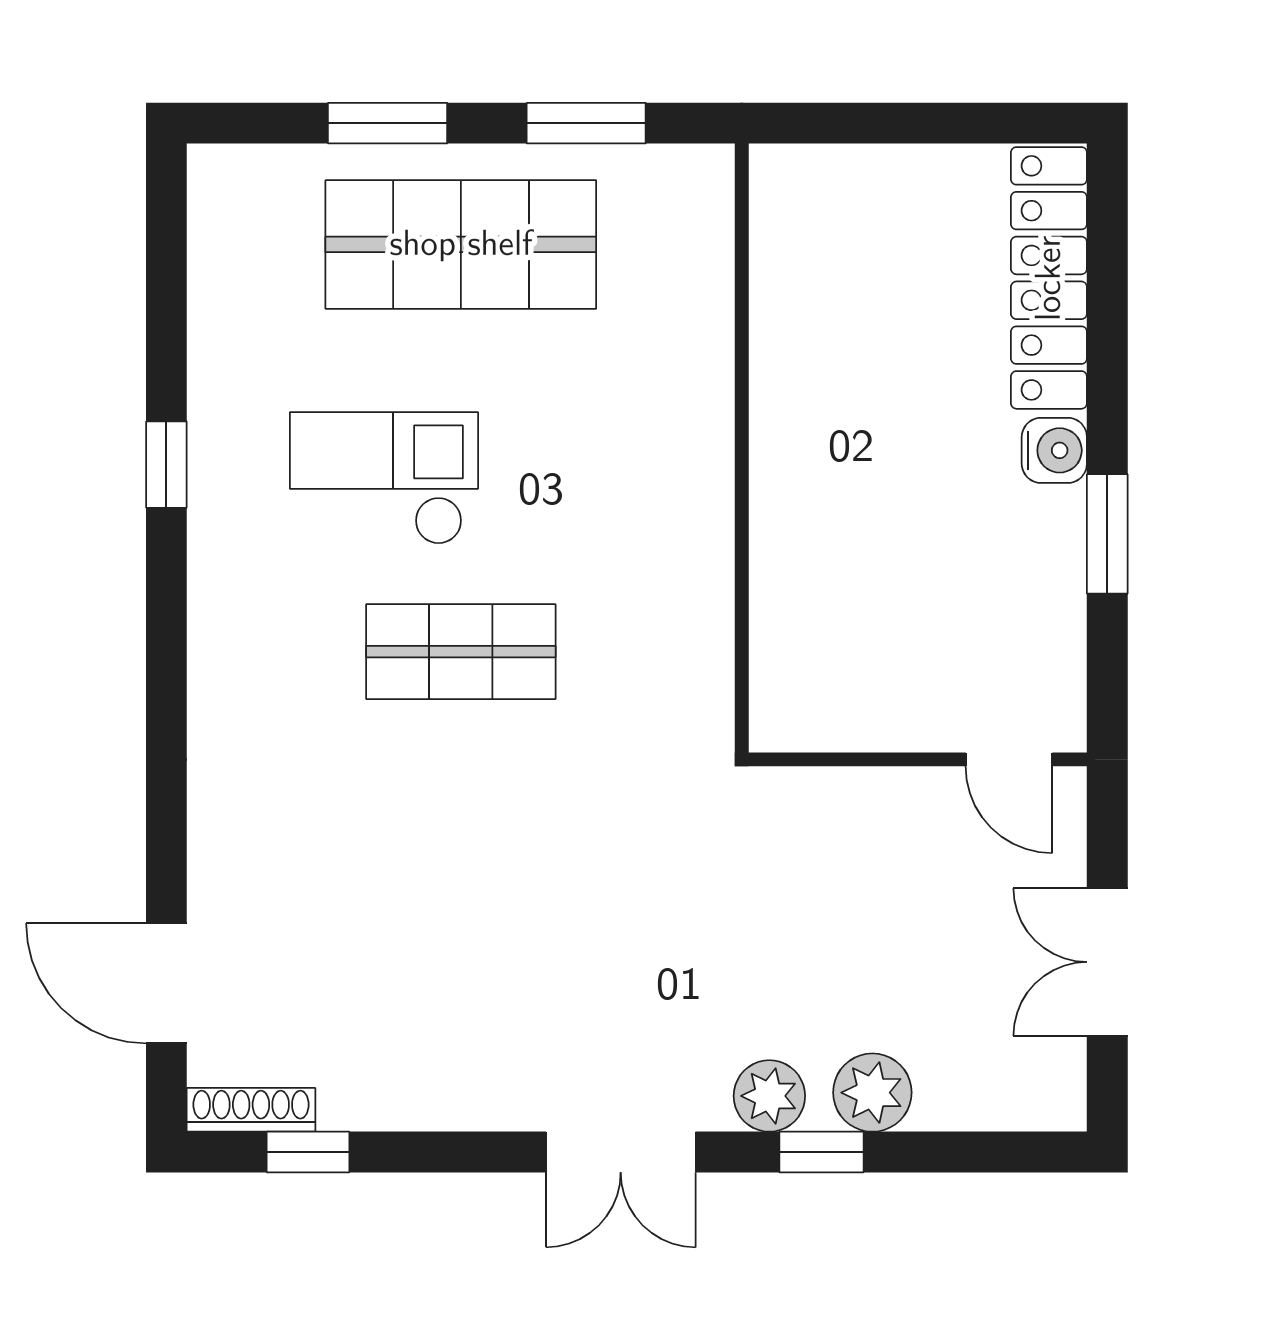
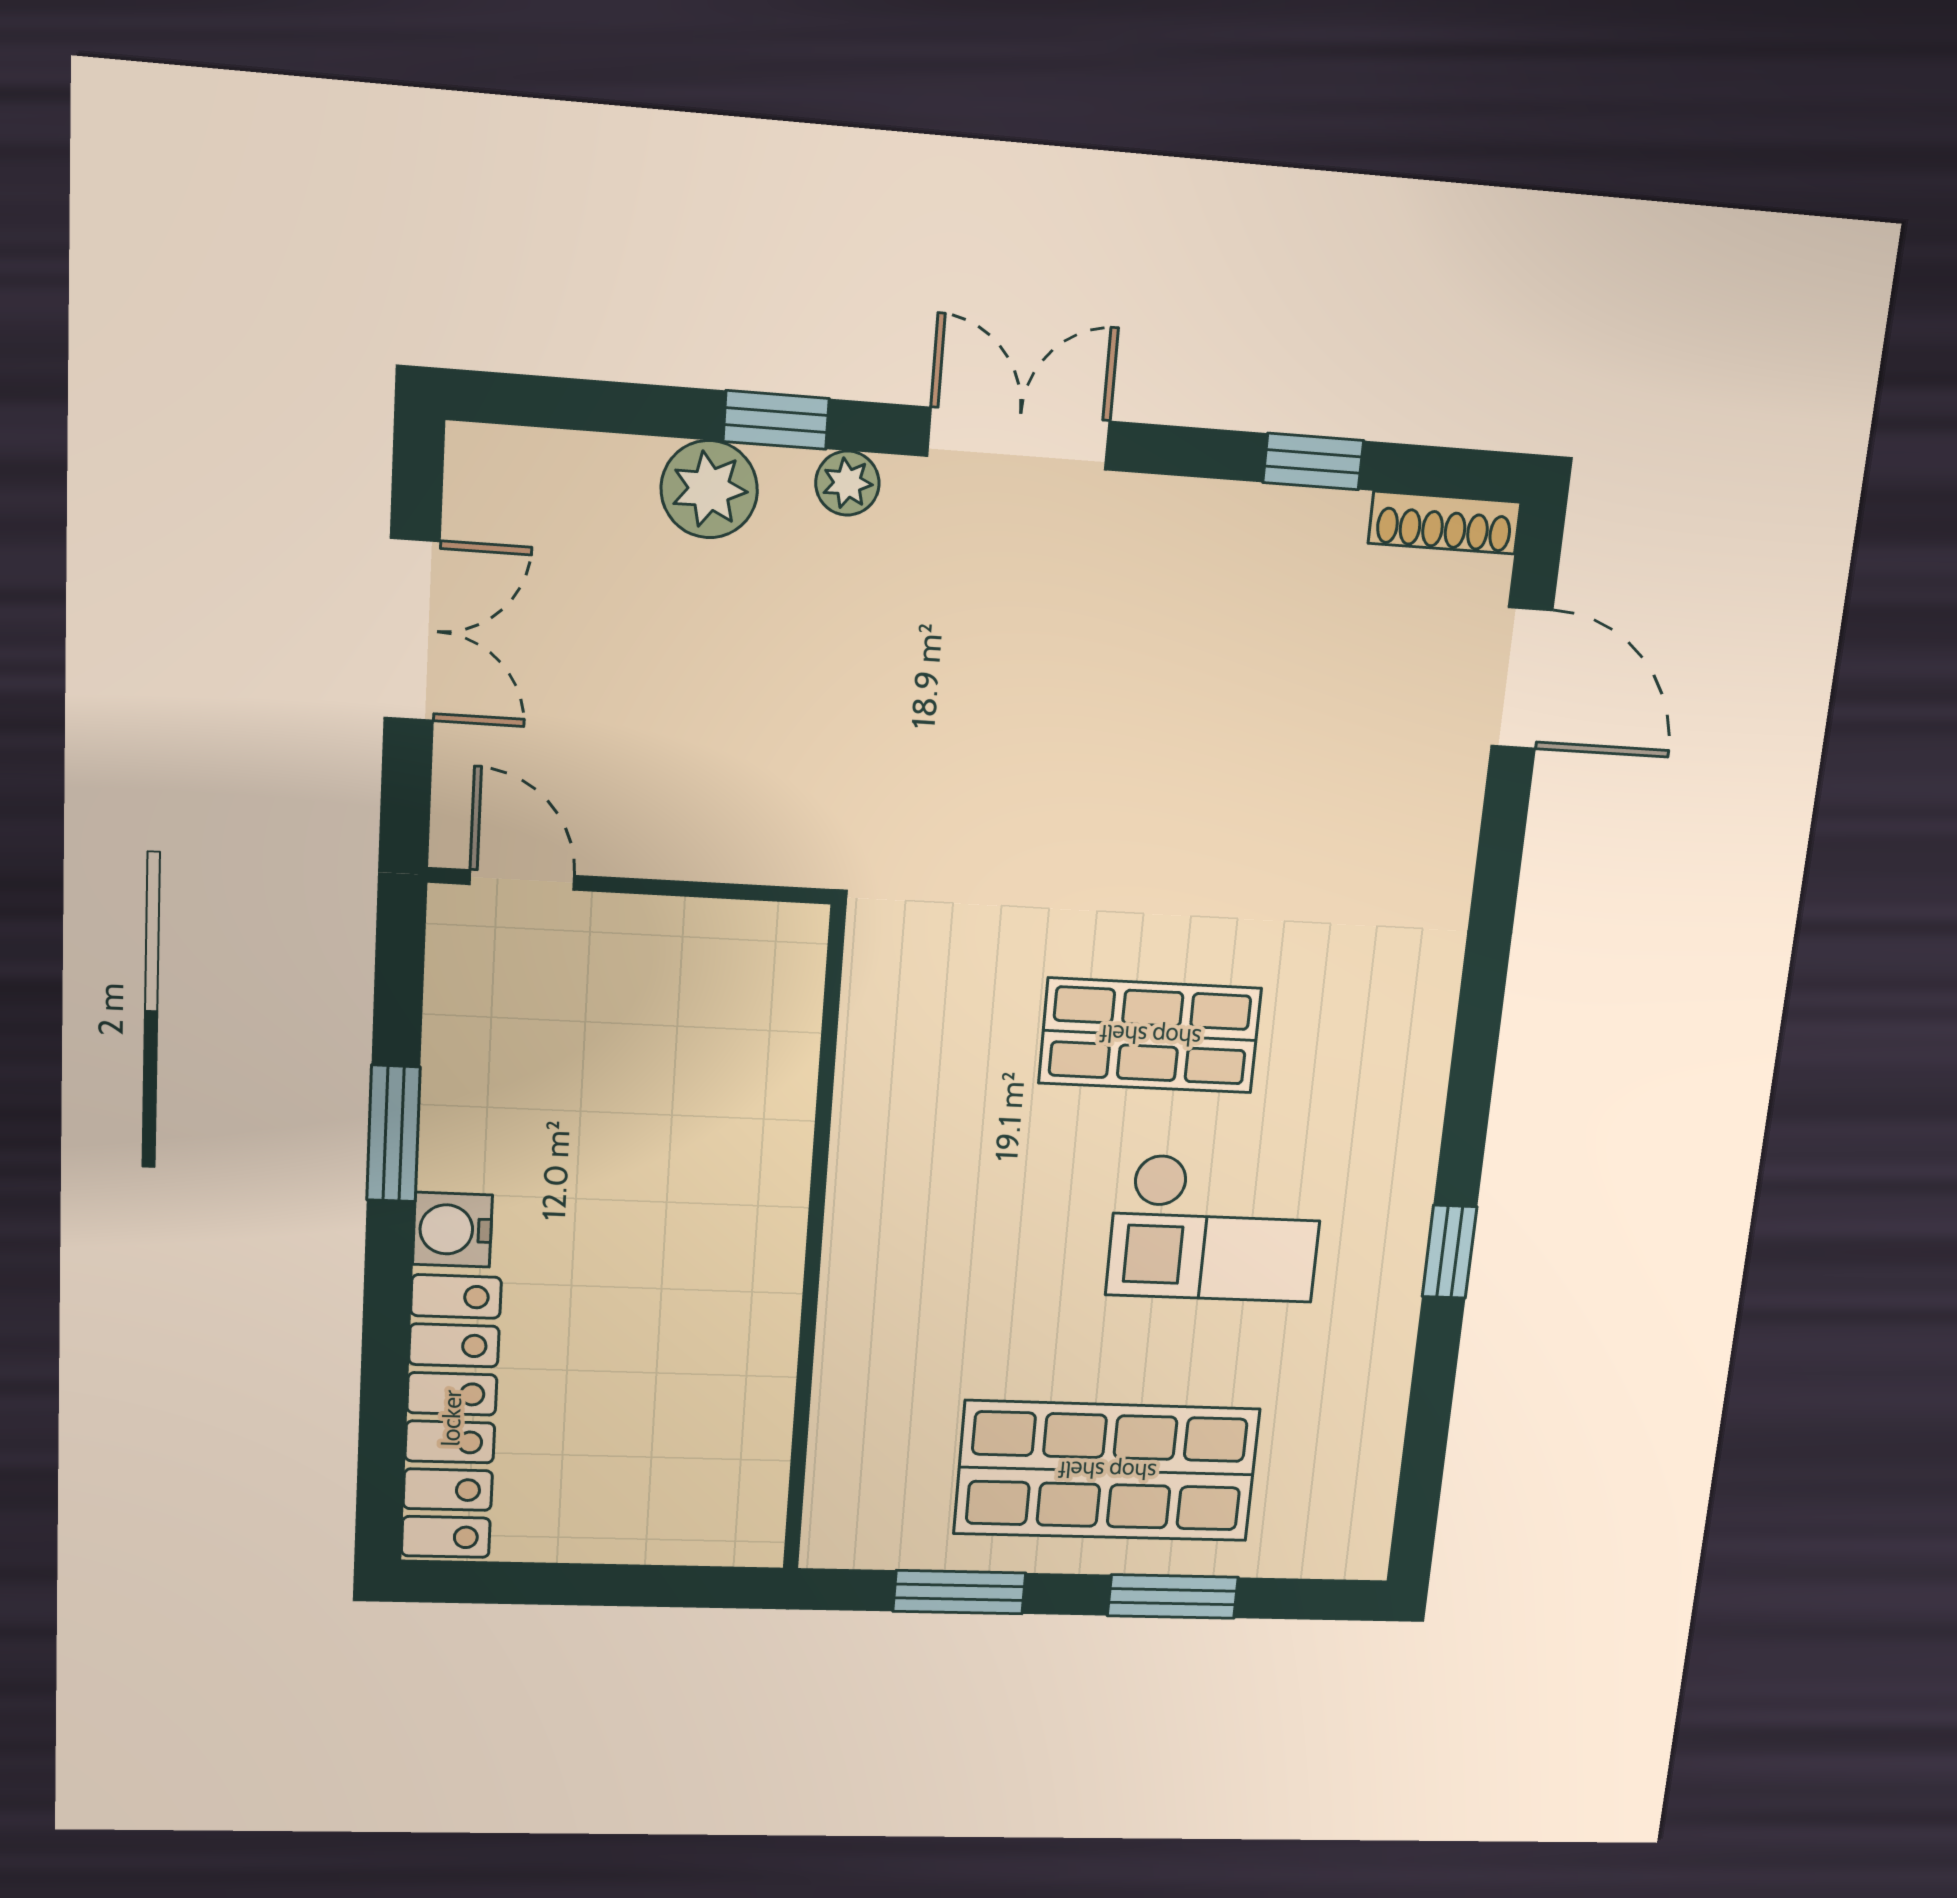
plant: (769, 1096) -> (847, 483), width x0.73, depth x0.73
window: (308, 1152) -> (1313, 462), moved

